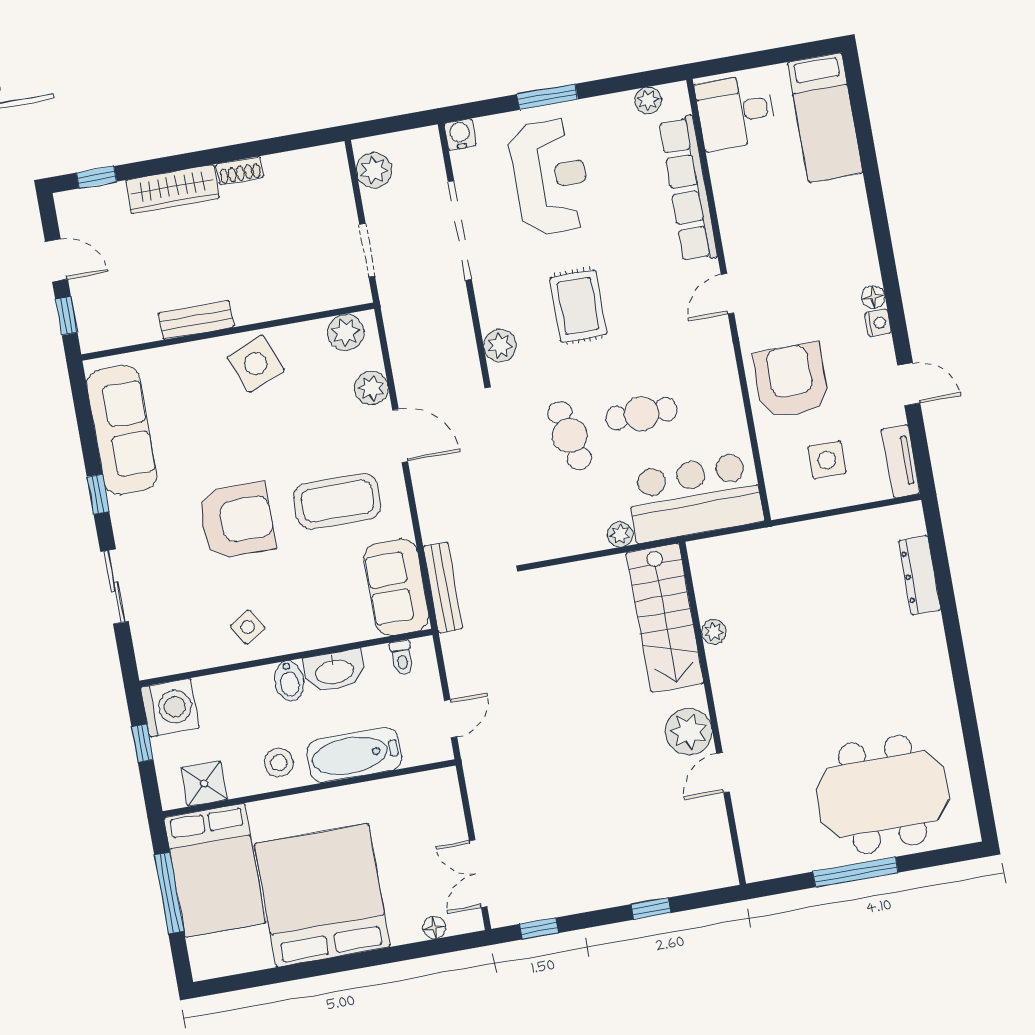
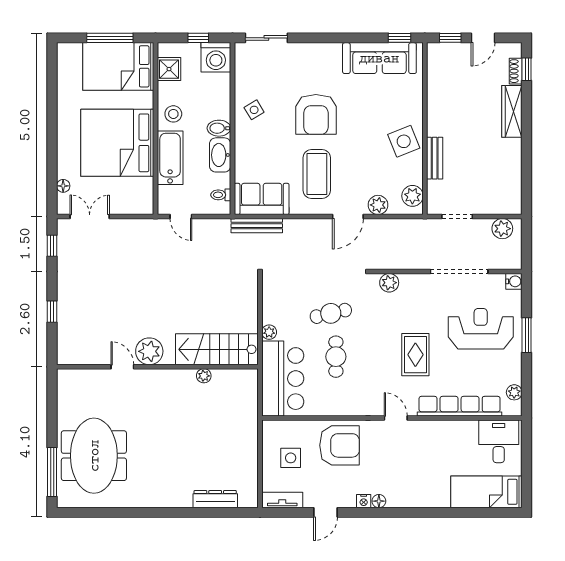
shoe rack: (240, 171) -> (516, 71), moved
reception desk: (550, 177) -> (481, 329), turned 180
rug: (578, 306) -> (415, 355), moved, turned 90
bench: (196, 320) -> (435, 158), moved
window: (98, 494) -> (399, 38), moved
sliding door: (115, 587) -> (266, 38), moved
window: (855, 872) -> (52, 472), moved
bed: (322, 895) -> (117, 143), moved, turned 180

